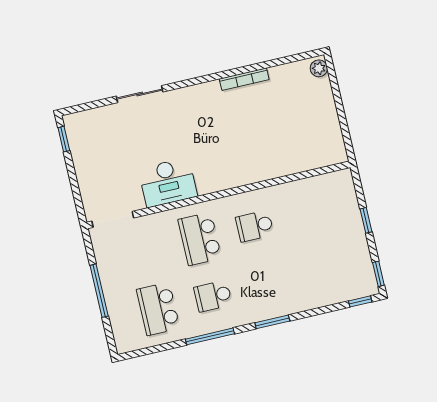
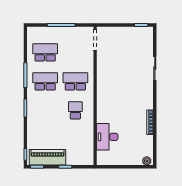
desk: (168, 182) -> (107, 137), moved
piano: (356, 258) -> (47, 157), added
school desk: (213, 296) -> (45, 81), width x1.85

